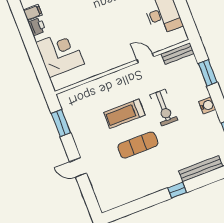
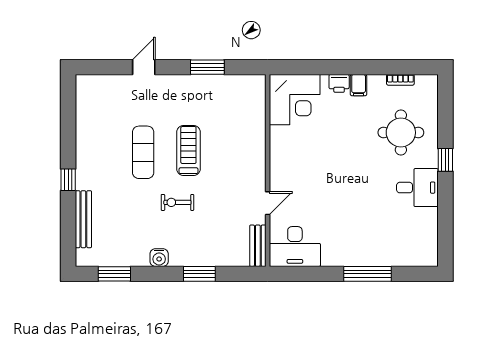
bench: (178, 54) -> (258, 246), moved
door: (145, 58) -> (268, 203), moved
wall: (122, 67) -> (268, 170), moved
exercise bike: (164, 107) -> (177, 202), width x0.73, depth x0.72

